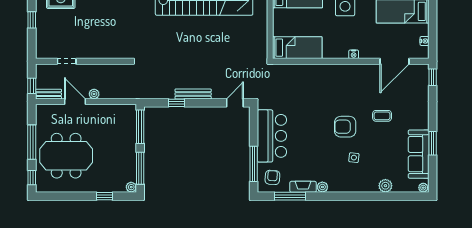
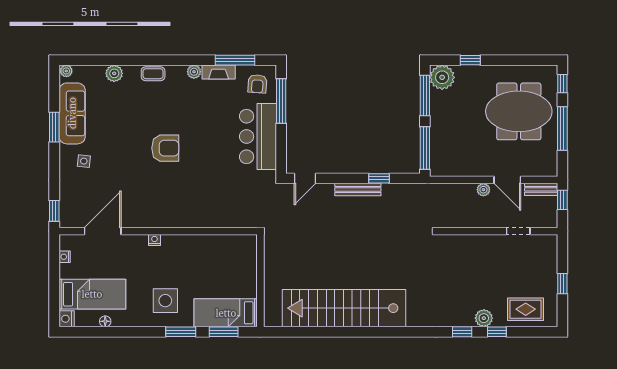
bed: (297, 48) -> (226, 248), removed
coffee table: (382, 116) -> (153, 74), moved
side table: (354, 158) -> (84, 161), moved
plant: (131, 187) -> (442, 77), width x1.87, depth x1.87

